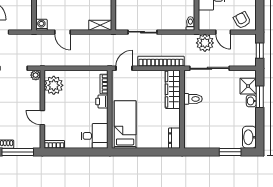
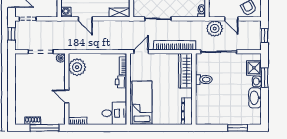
washbasin: (249, 137) -> (255, 98), moved
dresser: (174, 138) -> (187, 111), width x1.44

